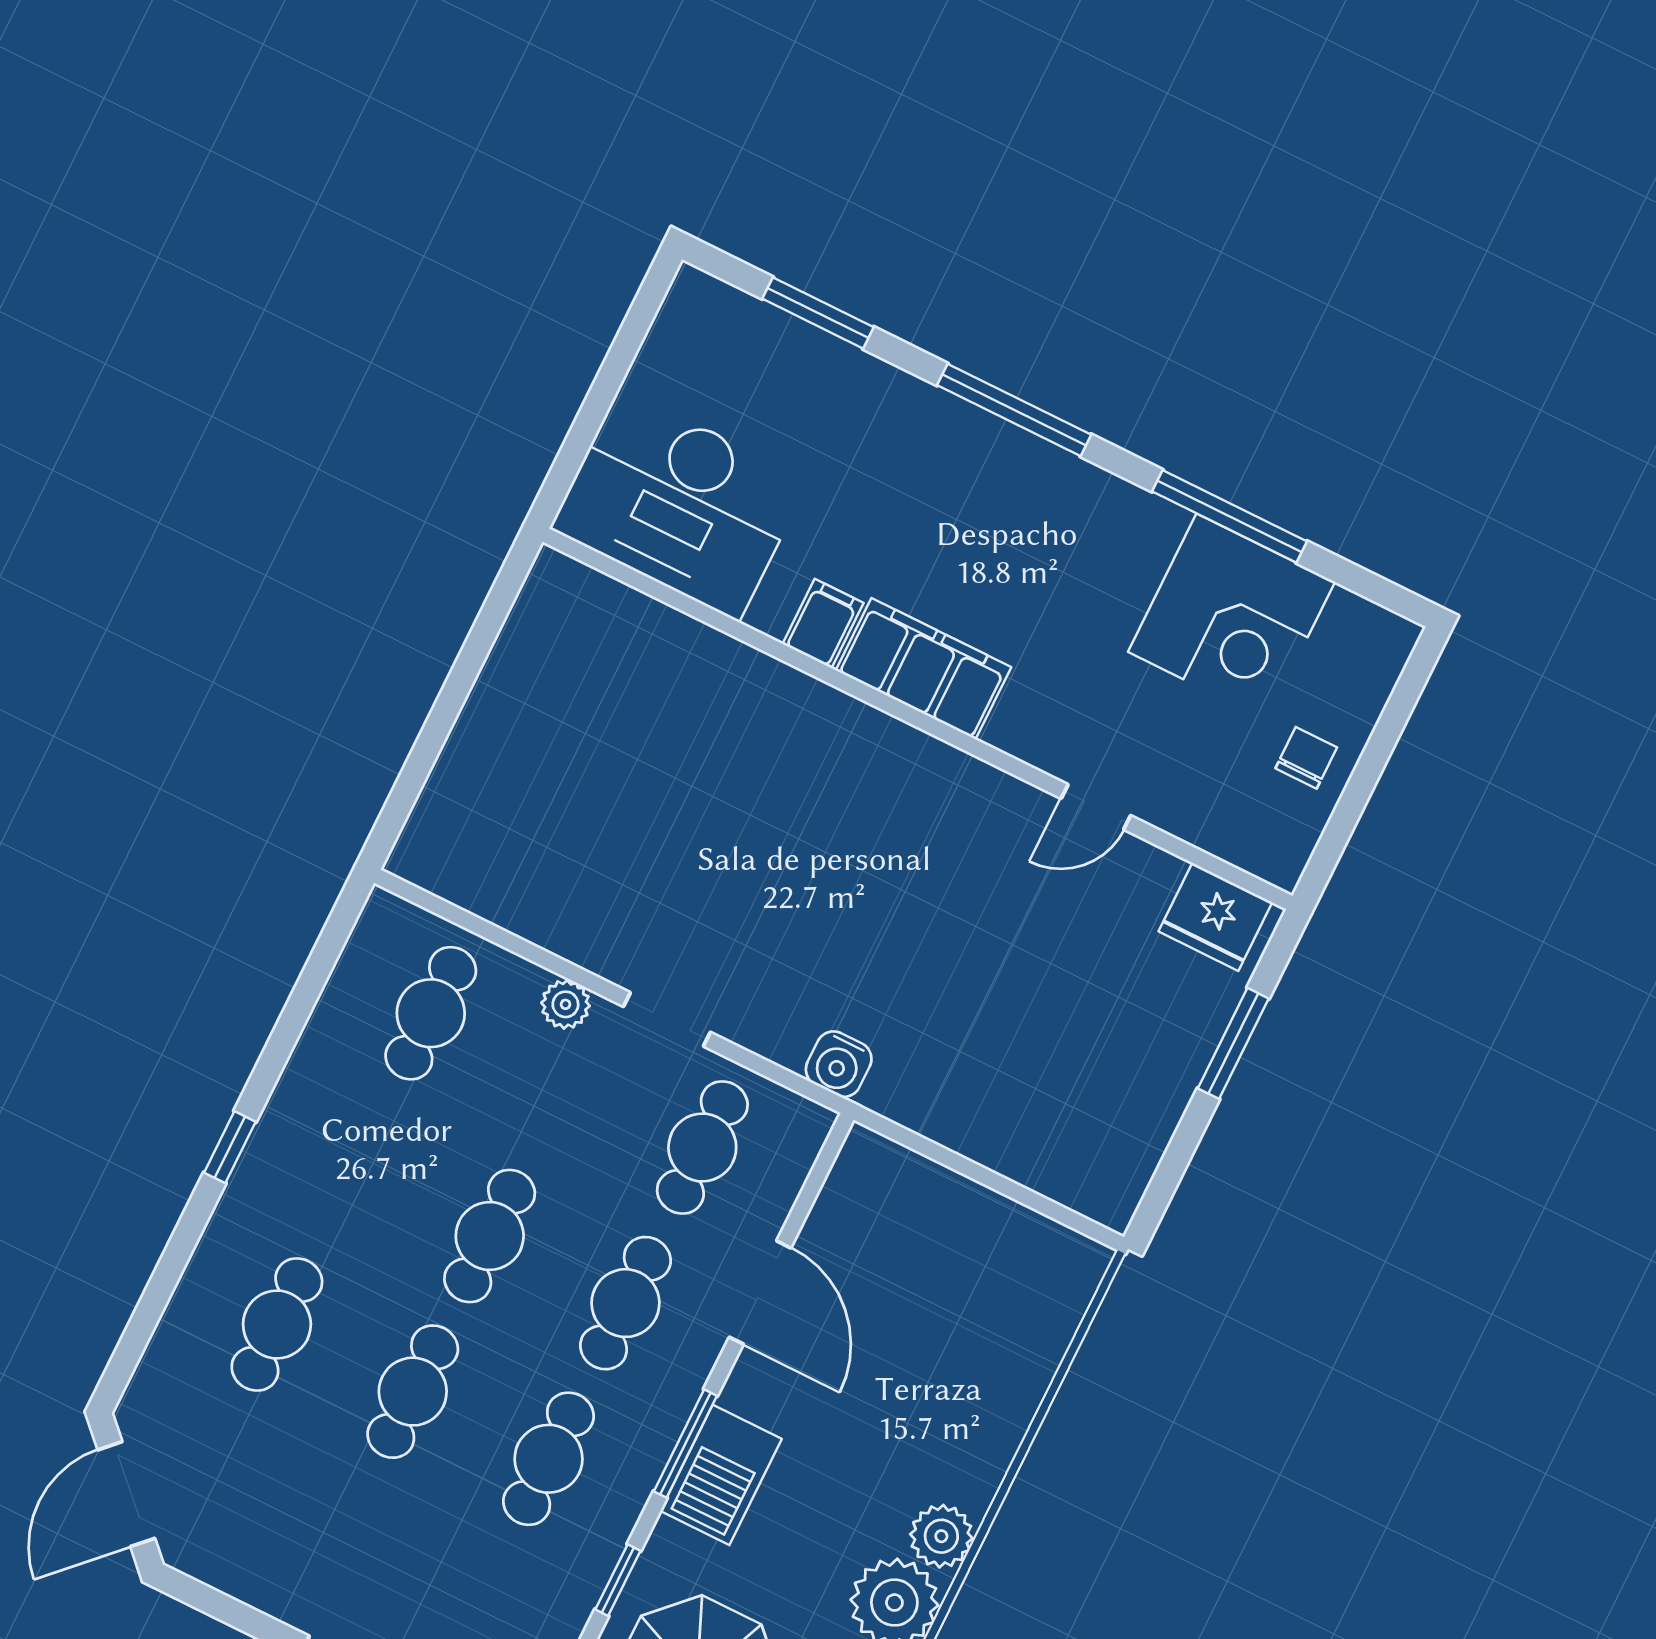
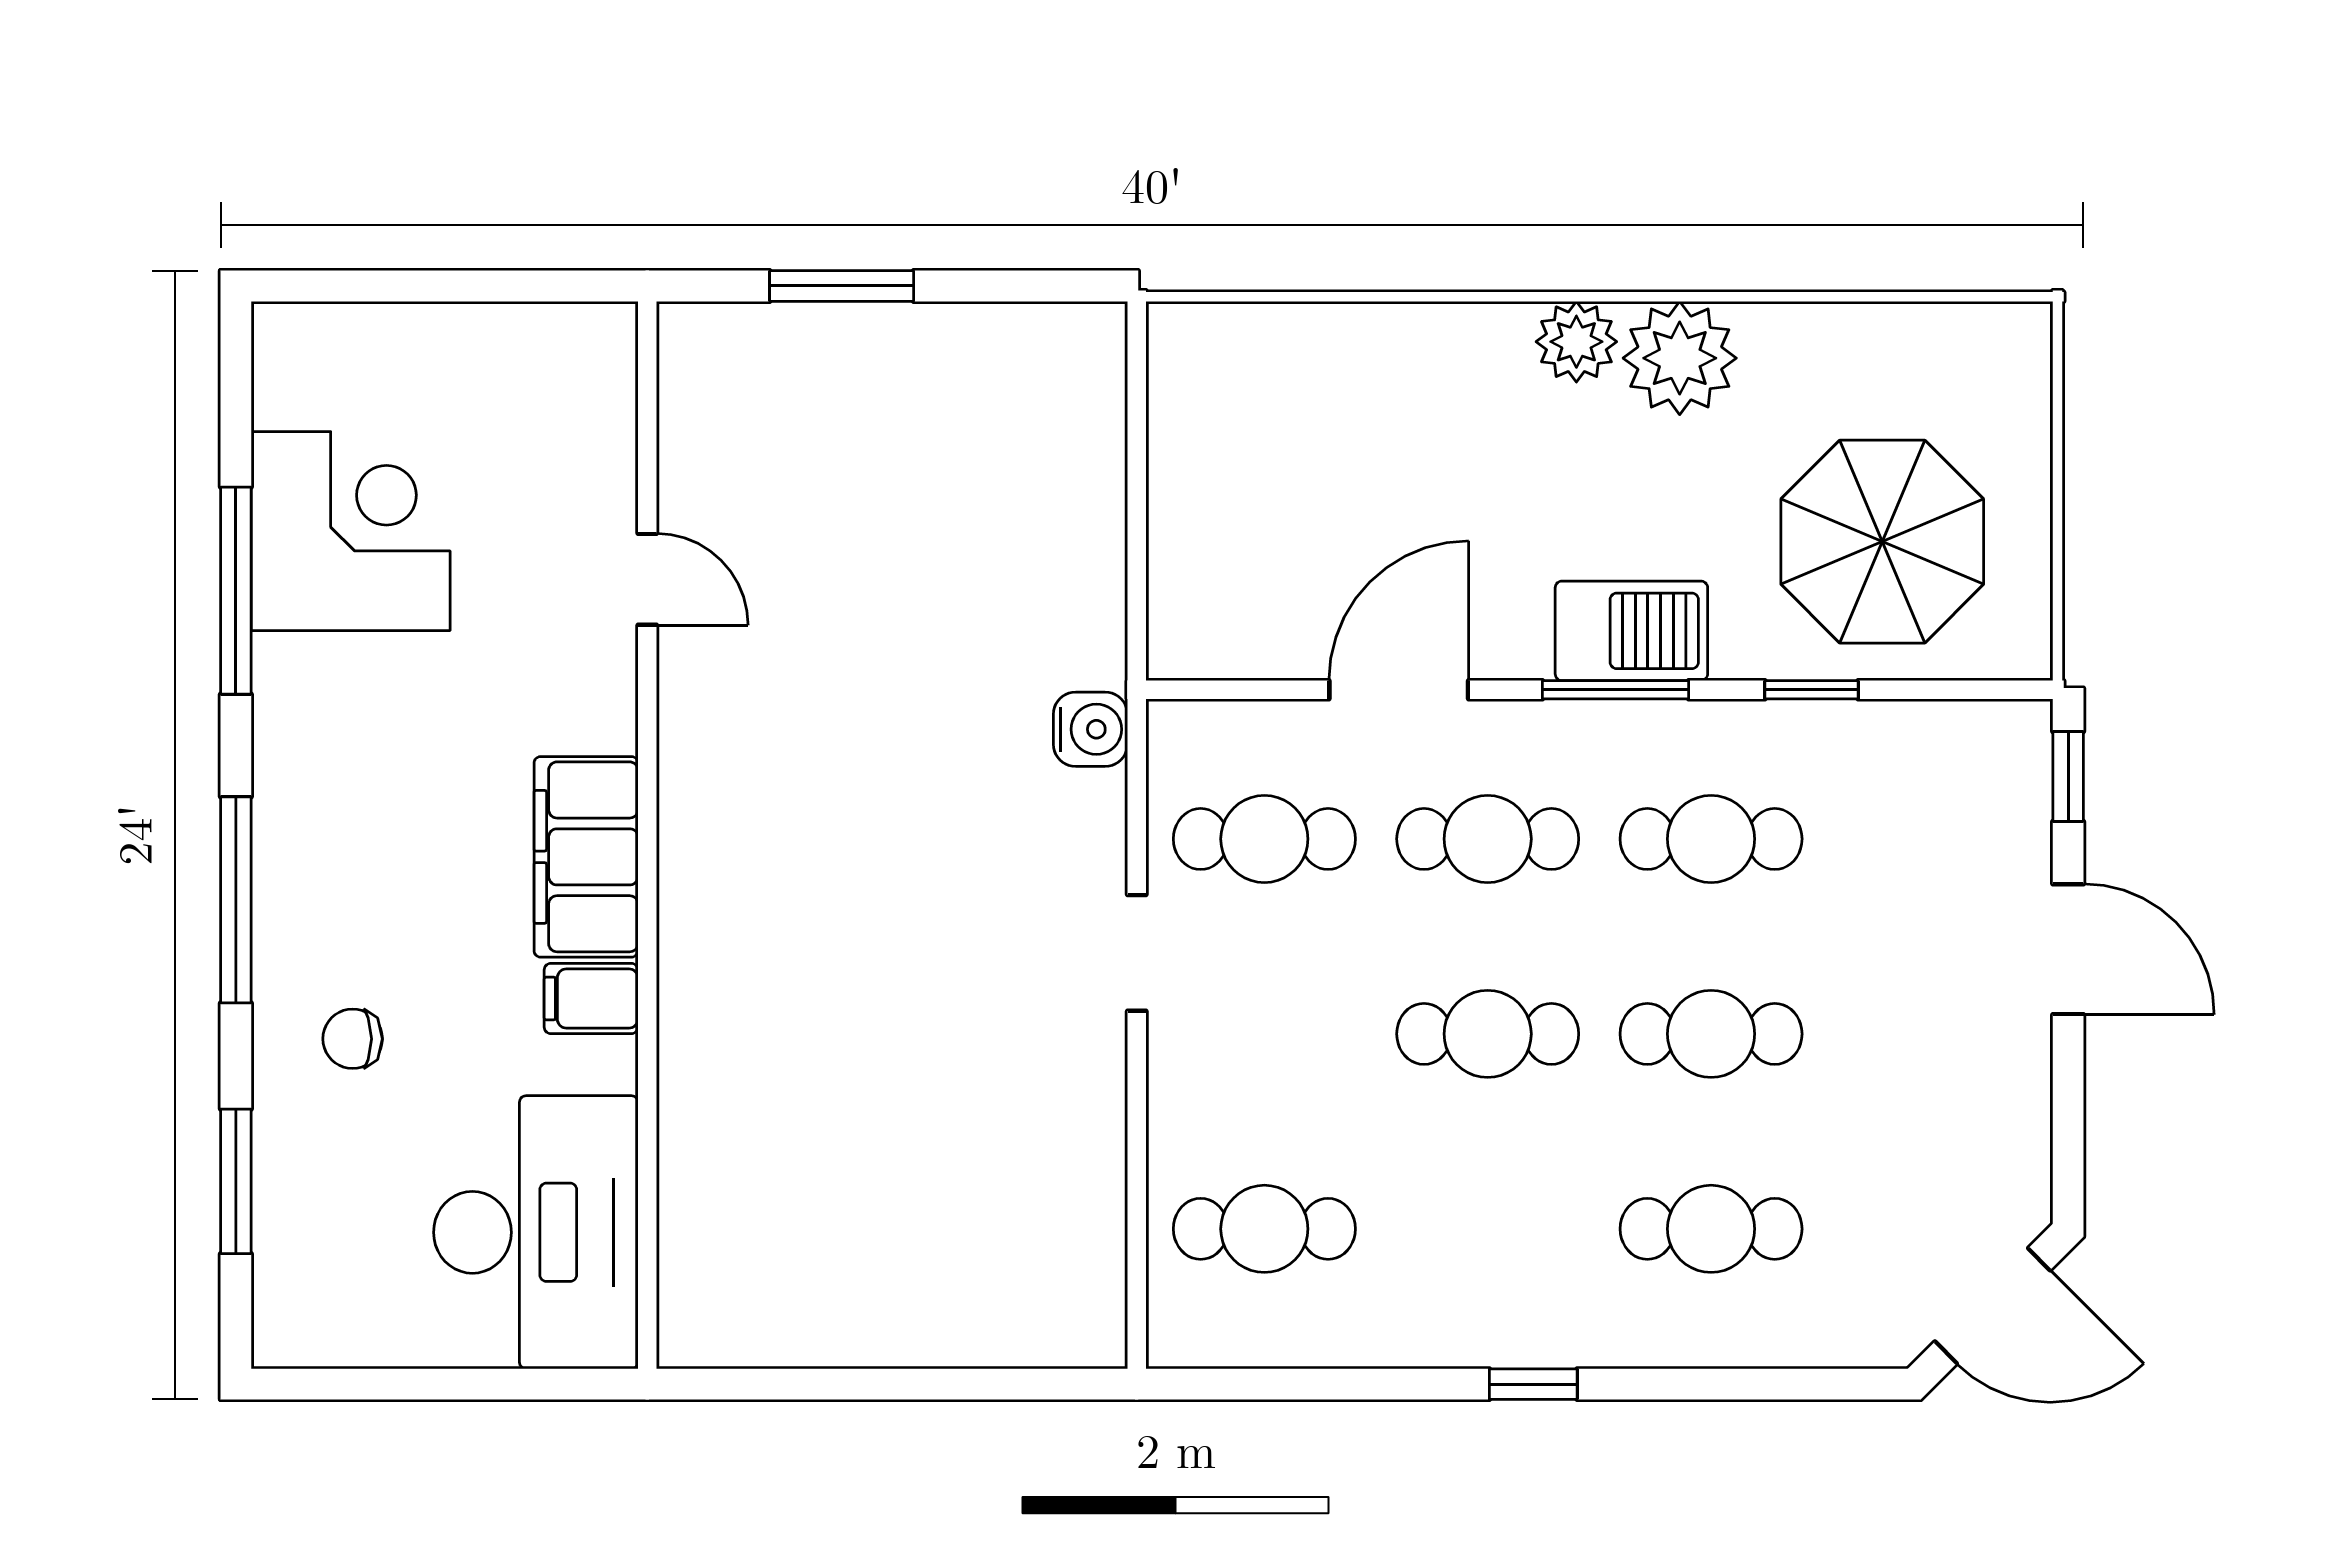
chair: (1306, 758) -> (353, 1039), moved
fridge: (1215, 917) -> (706, 379), removed
plant: (565, 1004) -> (1177, 1078), removed

